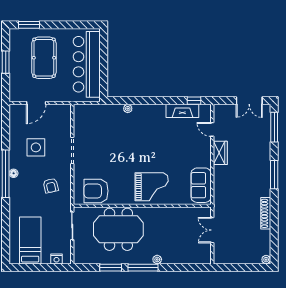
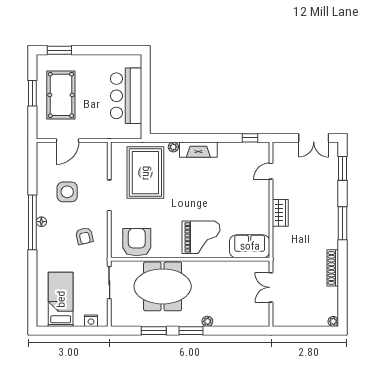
pool table: (44, 58) -> (61, 95), moved
bar counter: (87, 64) -> (126, 96), width x0.73
fireplace: (182, 111) -> (198, 150), moved
window: (274, 127) -> (342, 168), width x0.69
door: (212, 129) -> (271, 171), hinge flipped
rug: (104, 131) -> (145, 173), added
wardrobe: (220, 153) -> (280, 213), moved
sofa: (201, 185) -> (250, 246), moved, turned 90
armchair: (96, 191) -> (137, 242), turned 90
window: (143, 268) -> (191, 331), width x0.69

